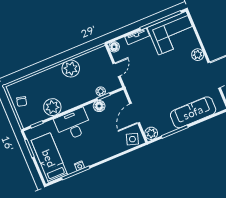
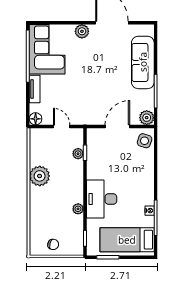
floor lamp: (99, 106) -> (93, 162), removed
plant: (52, 107) -> (78, 209), width x0.53, depth x0.53
door: (135, 113) -> (117, 127), swing flipped

